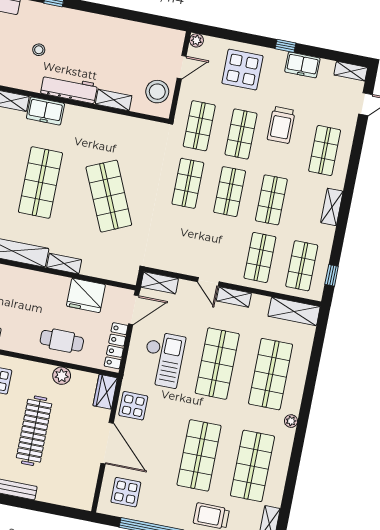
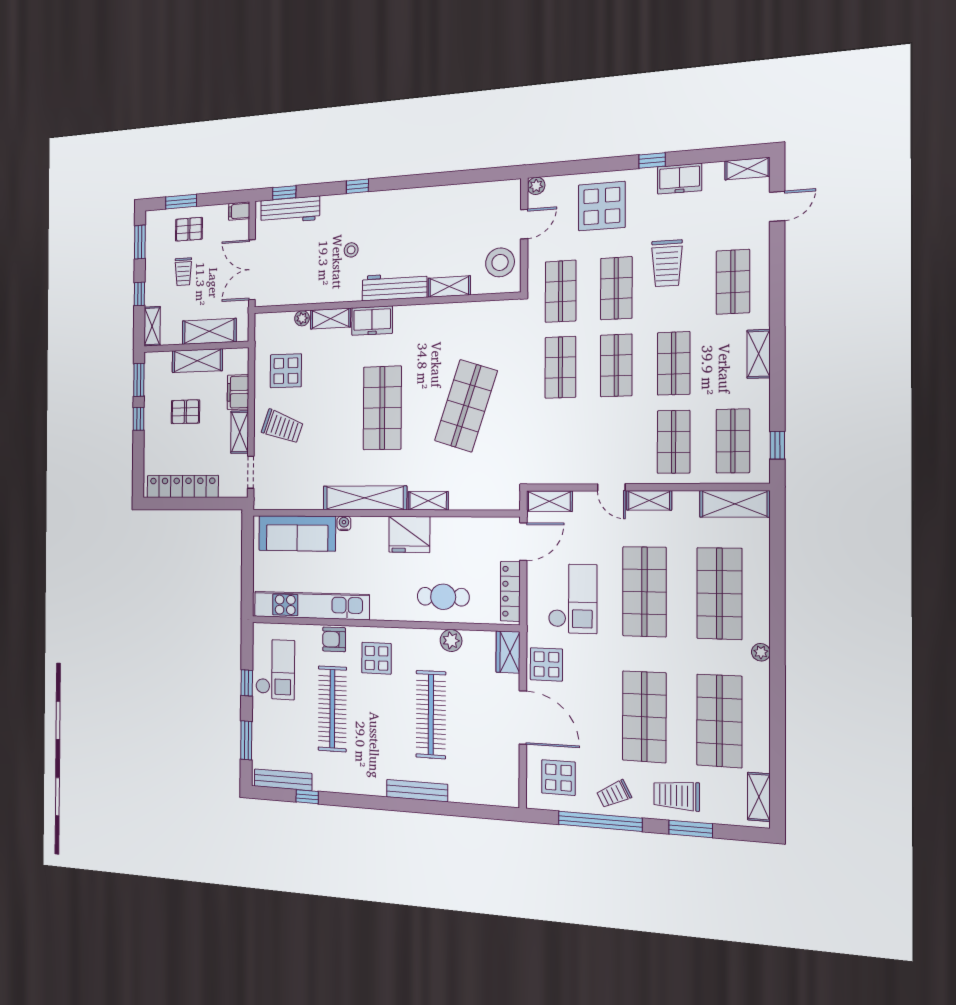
shop shelf: (109, 196) -> (466, 406), turned 42
fridge: (86, 295) -> (409, 534), moved
trolley: (165, 510) -> (614, 794), added

